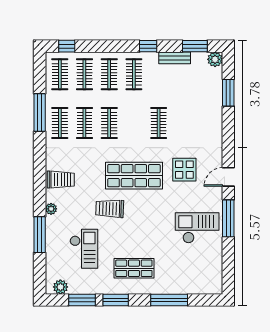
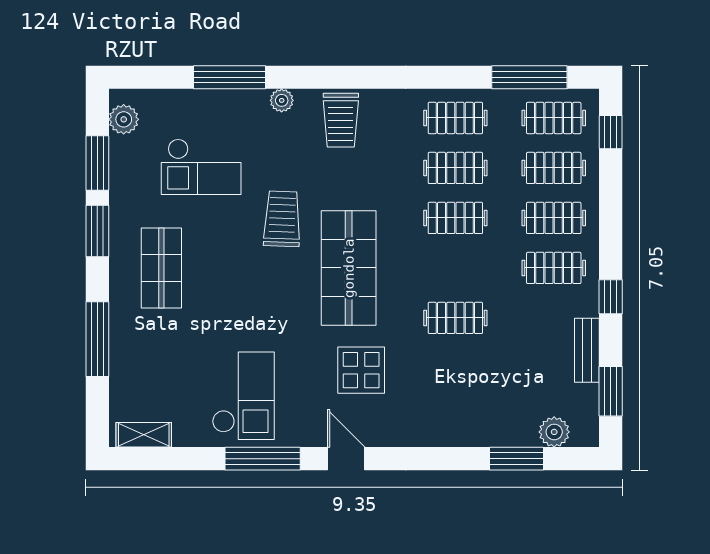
plant: (215, 59) -> (554, 432), moved
window: (40, 113) -> (529, 77), moved
shelving: (216, 277) -> (144, 435), added

